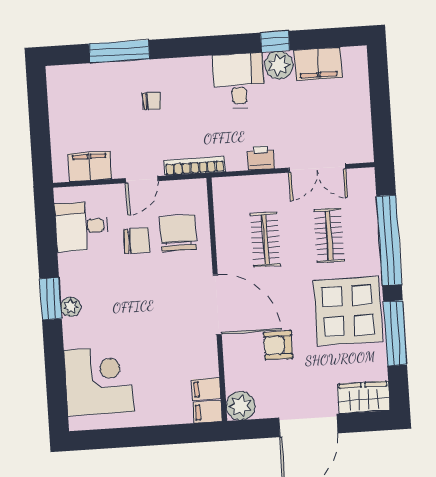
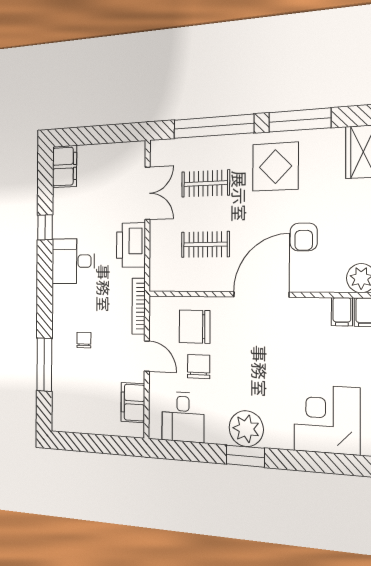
filing cabinet: (318, 64) -> (65, 166), moved
plant: (279, 65) -> (63, 225), removed
printer: (261, 158) -> (131, 245), width x1.87, depth x1.48
plant: (71, 307) -> (246, 429), width x1.88, depth x1.88
display table: (348, 311) -> (275, 167), width x0.73, depth x0.73

